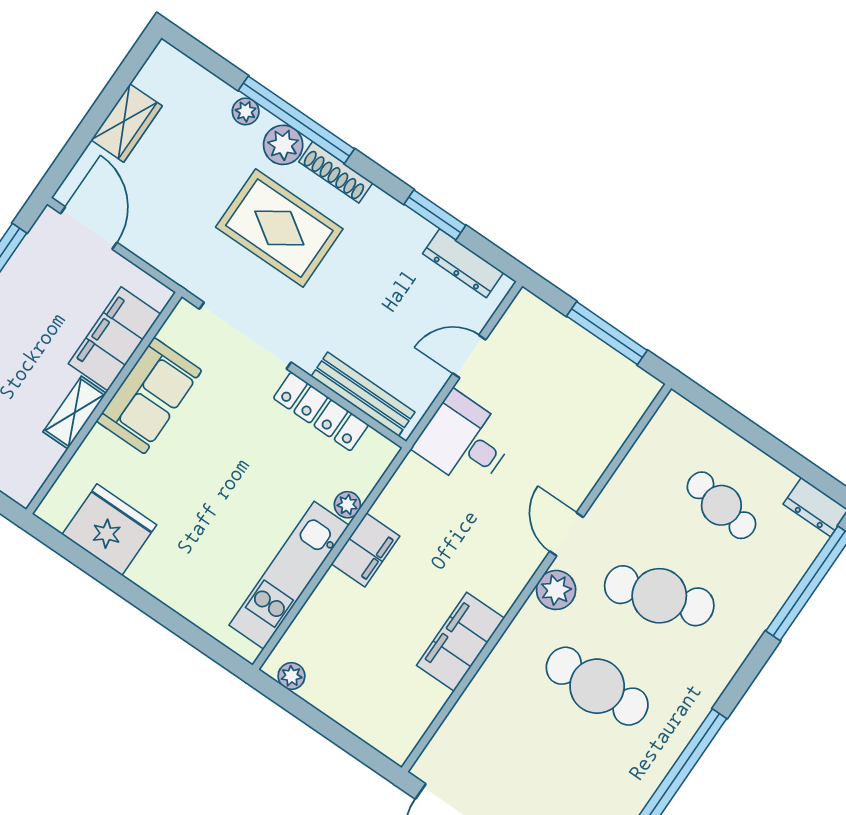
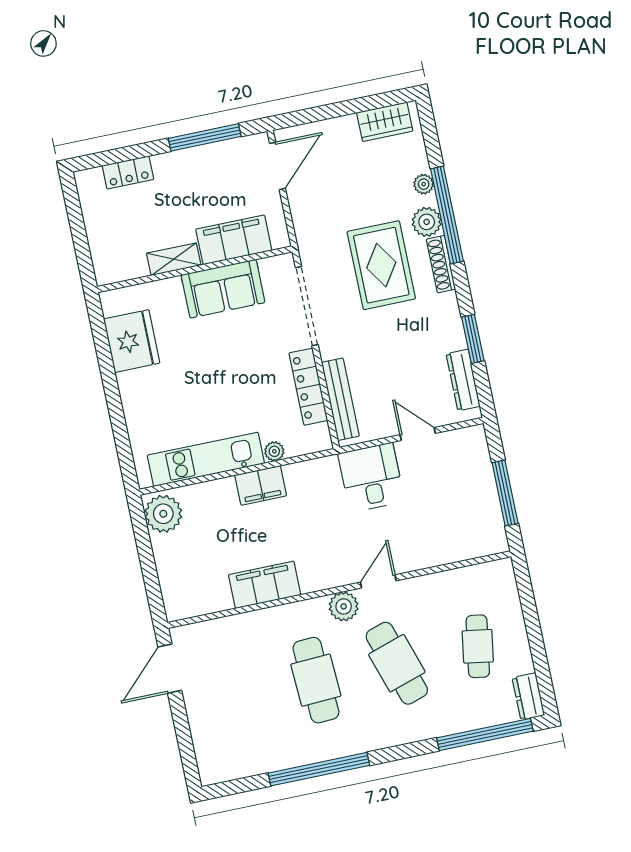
wardrobe: (127, 123) -> (385, 122), moved
plant: (291, 676) -> (163, 514), width x1.87, depth x1.87

